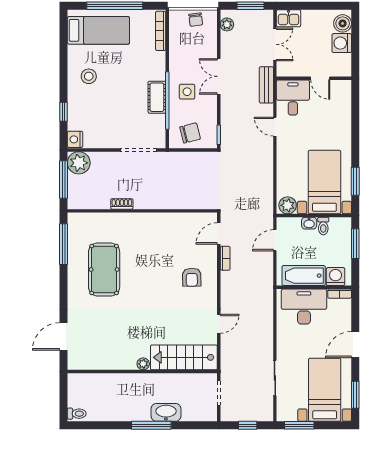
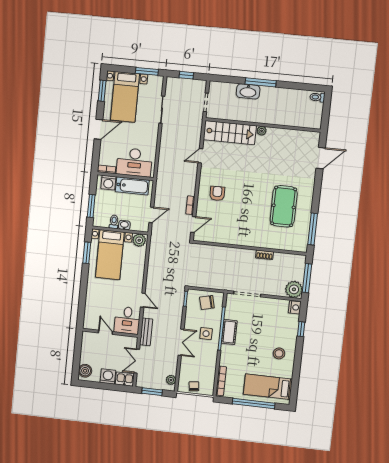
washing machine: (342, 43) -> (108, 376), moved, turned -90

